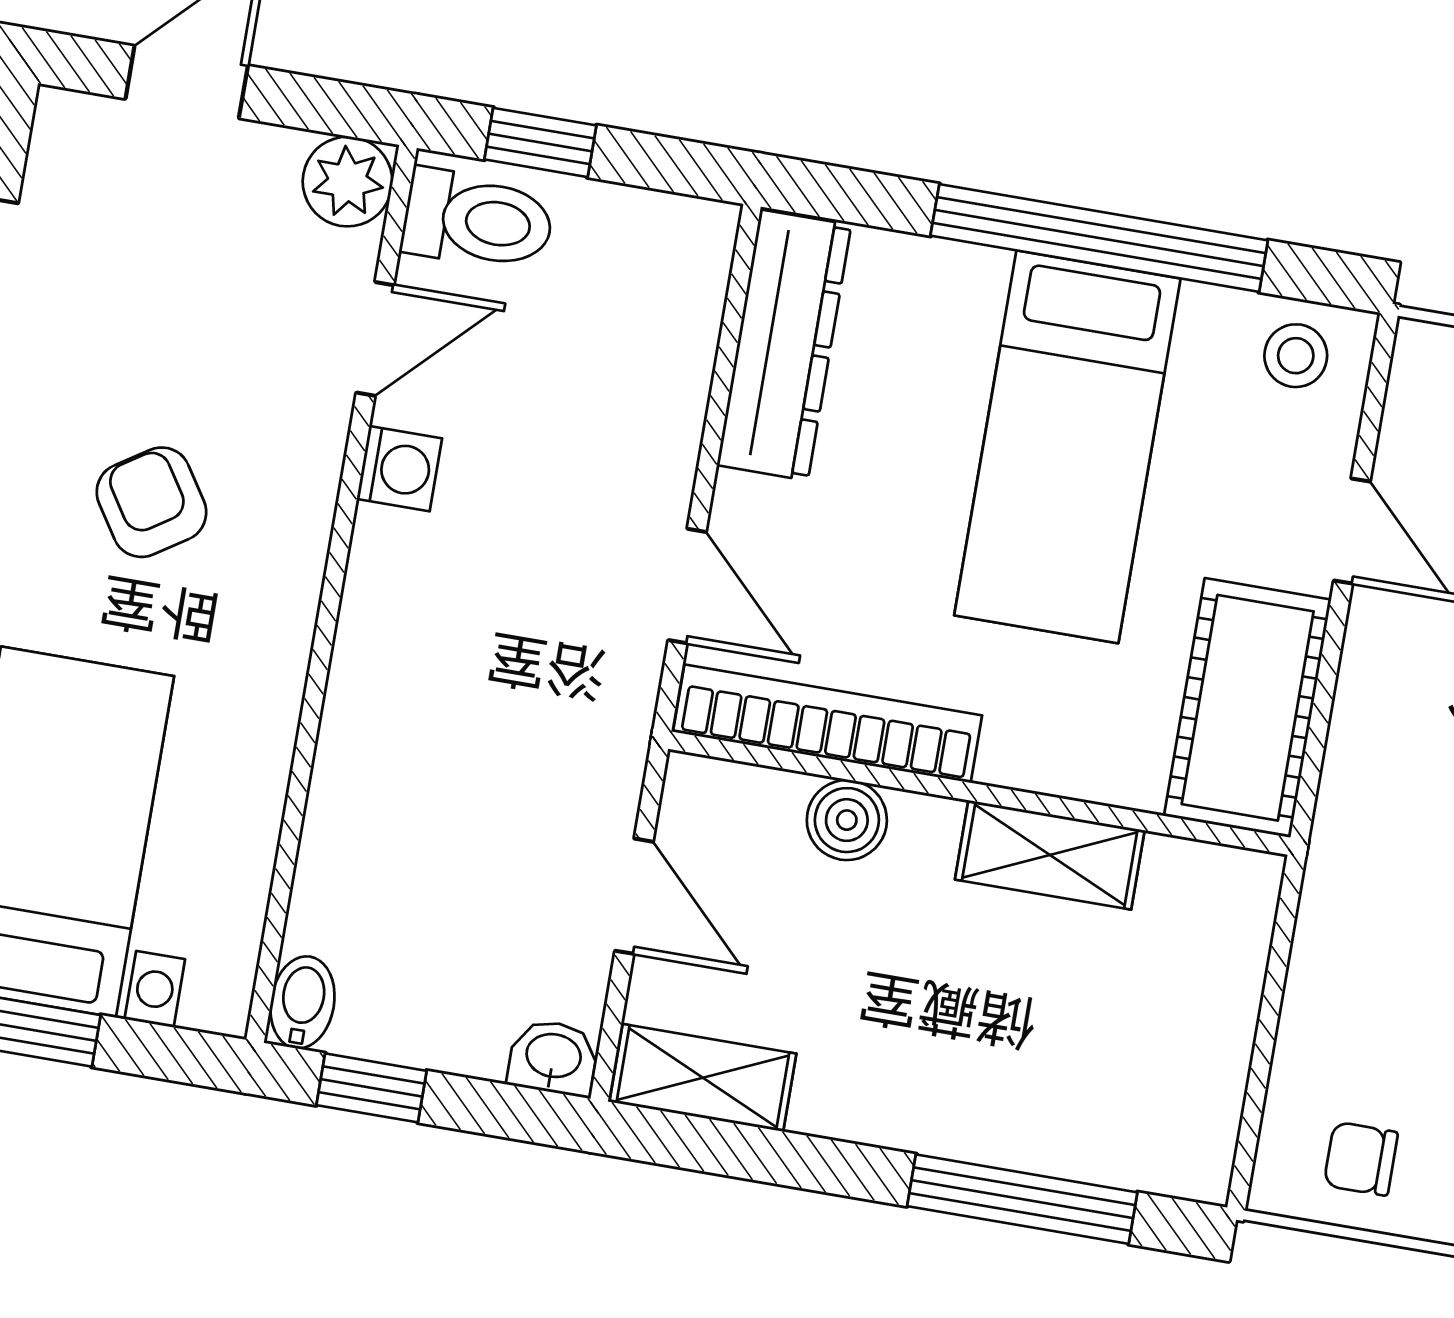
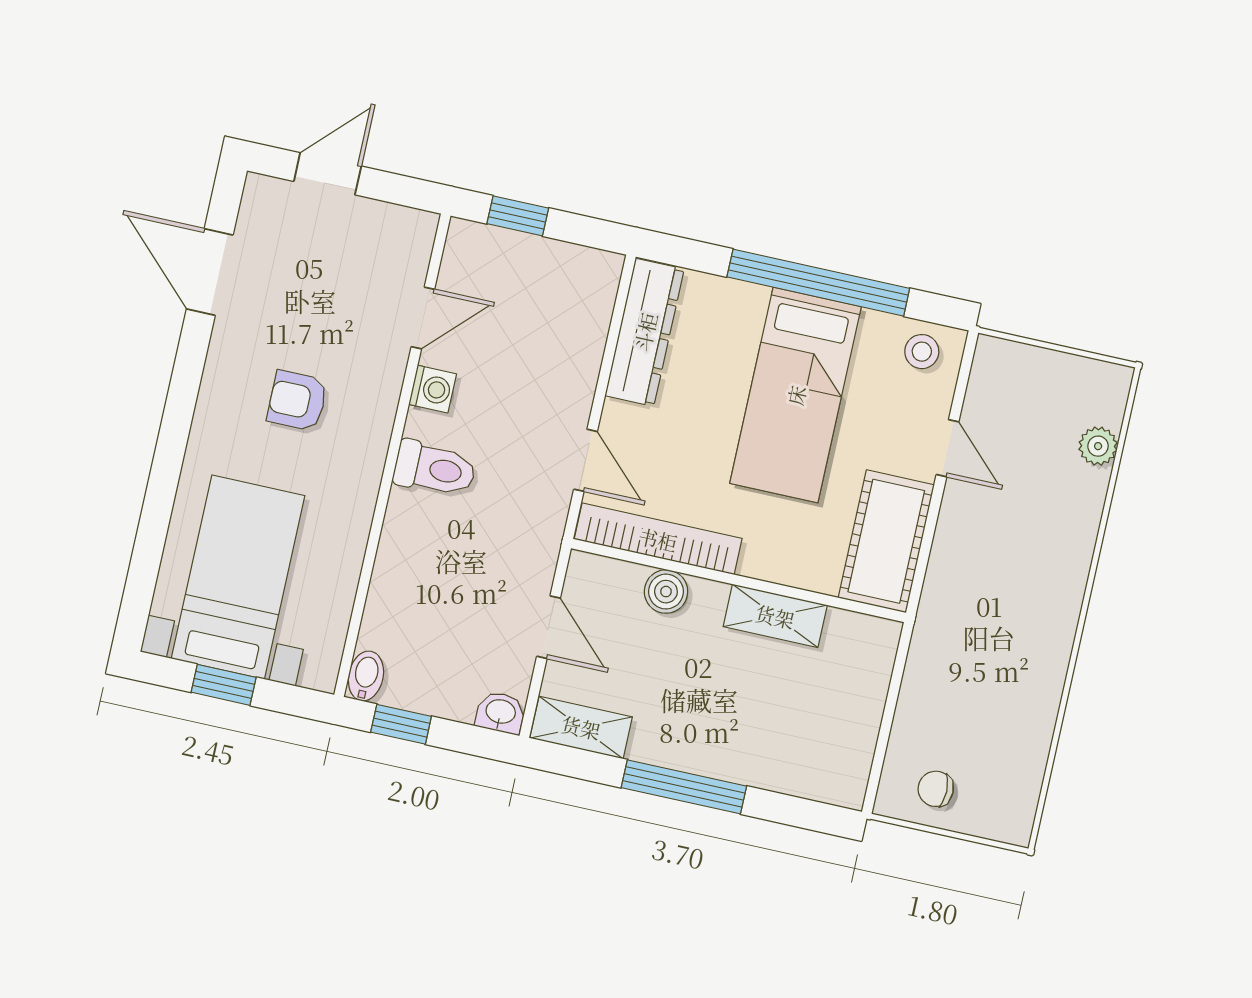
plant: (348, 182) -> (412, 232), removed
toilet: (478, 220) -> (435, 469), moved
armchair: (151, 502) -> (297, 401), turned -57
window: (1022, 1199) -> (684, 787), moved

